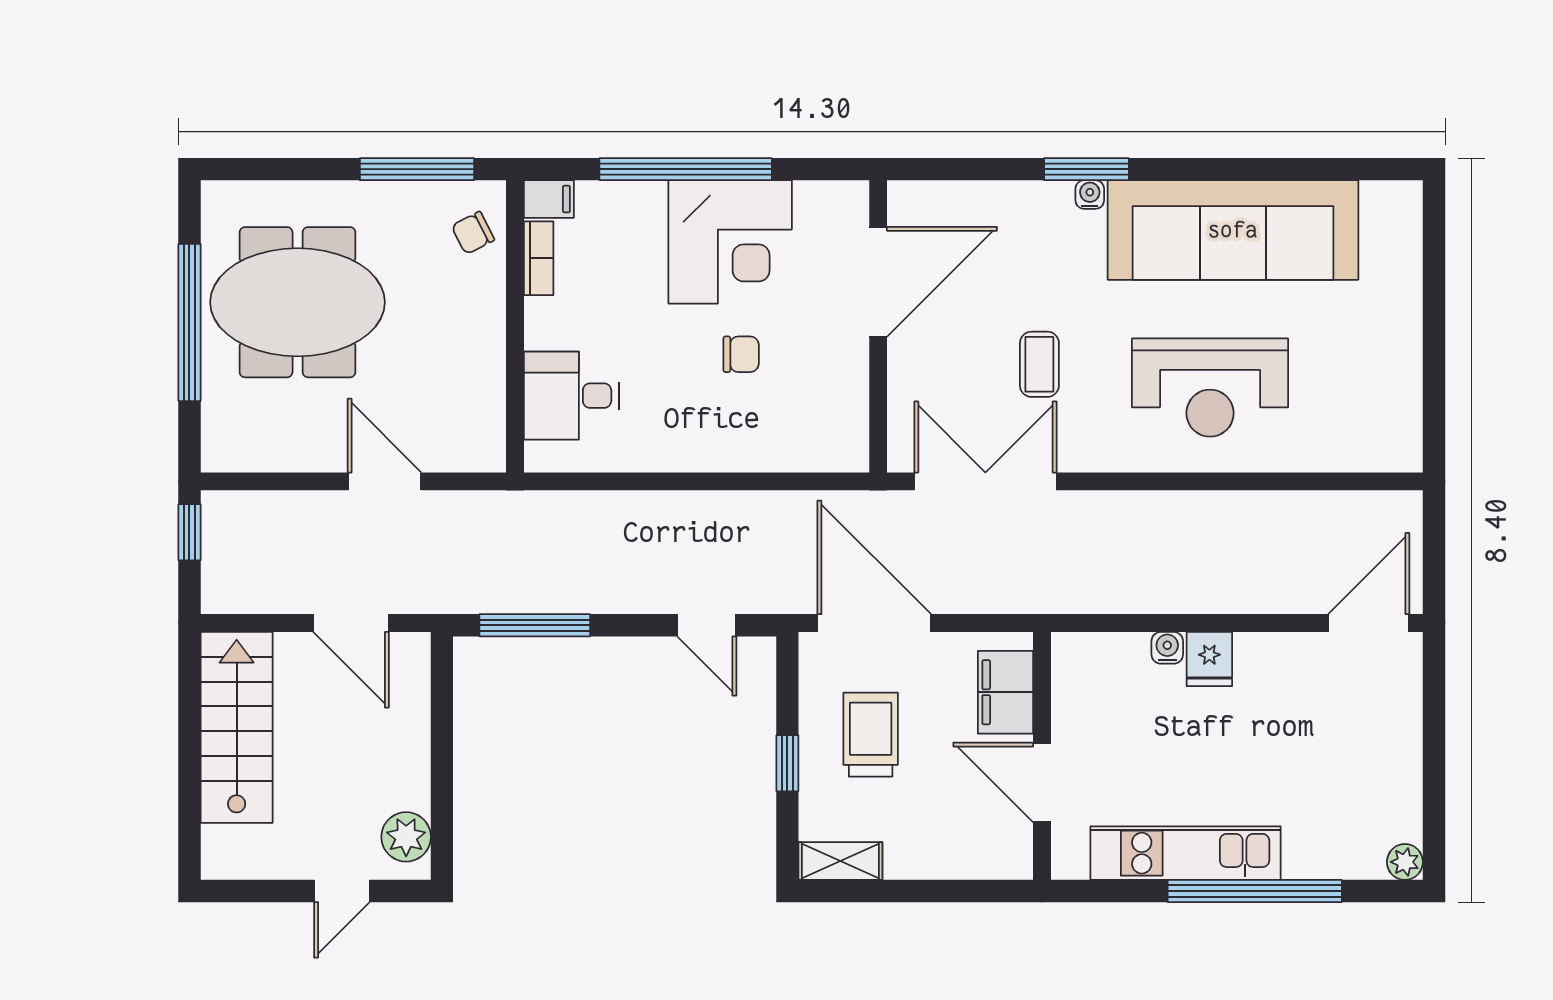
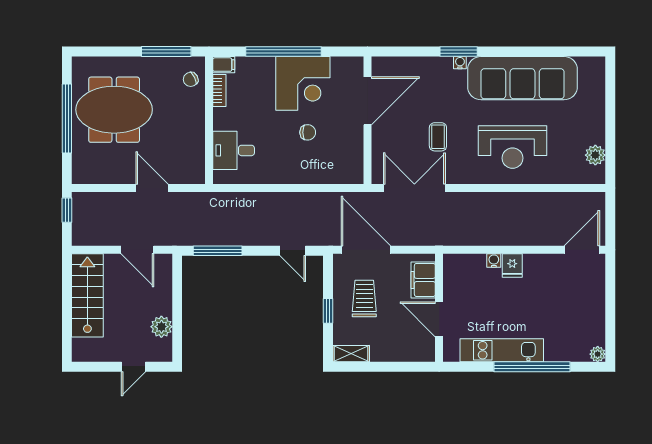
plant: (1400, 406) -> (595, 155), added
plant: (406, 837) -> (161, 327), moved

